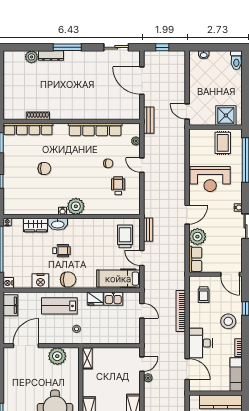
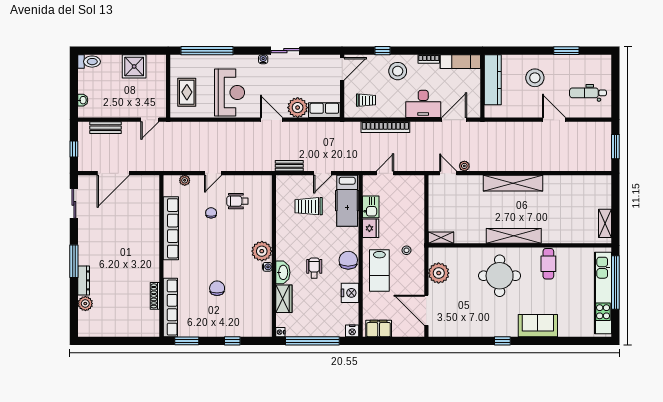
shower: (226, 115) -> (134, 66), moved
bench: (149, 120) -> (105, 128), moved
rug: (223, 143) -> (187, 92), moved, turned 90
trolley: (125, 236) -> (309, 206), moved

